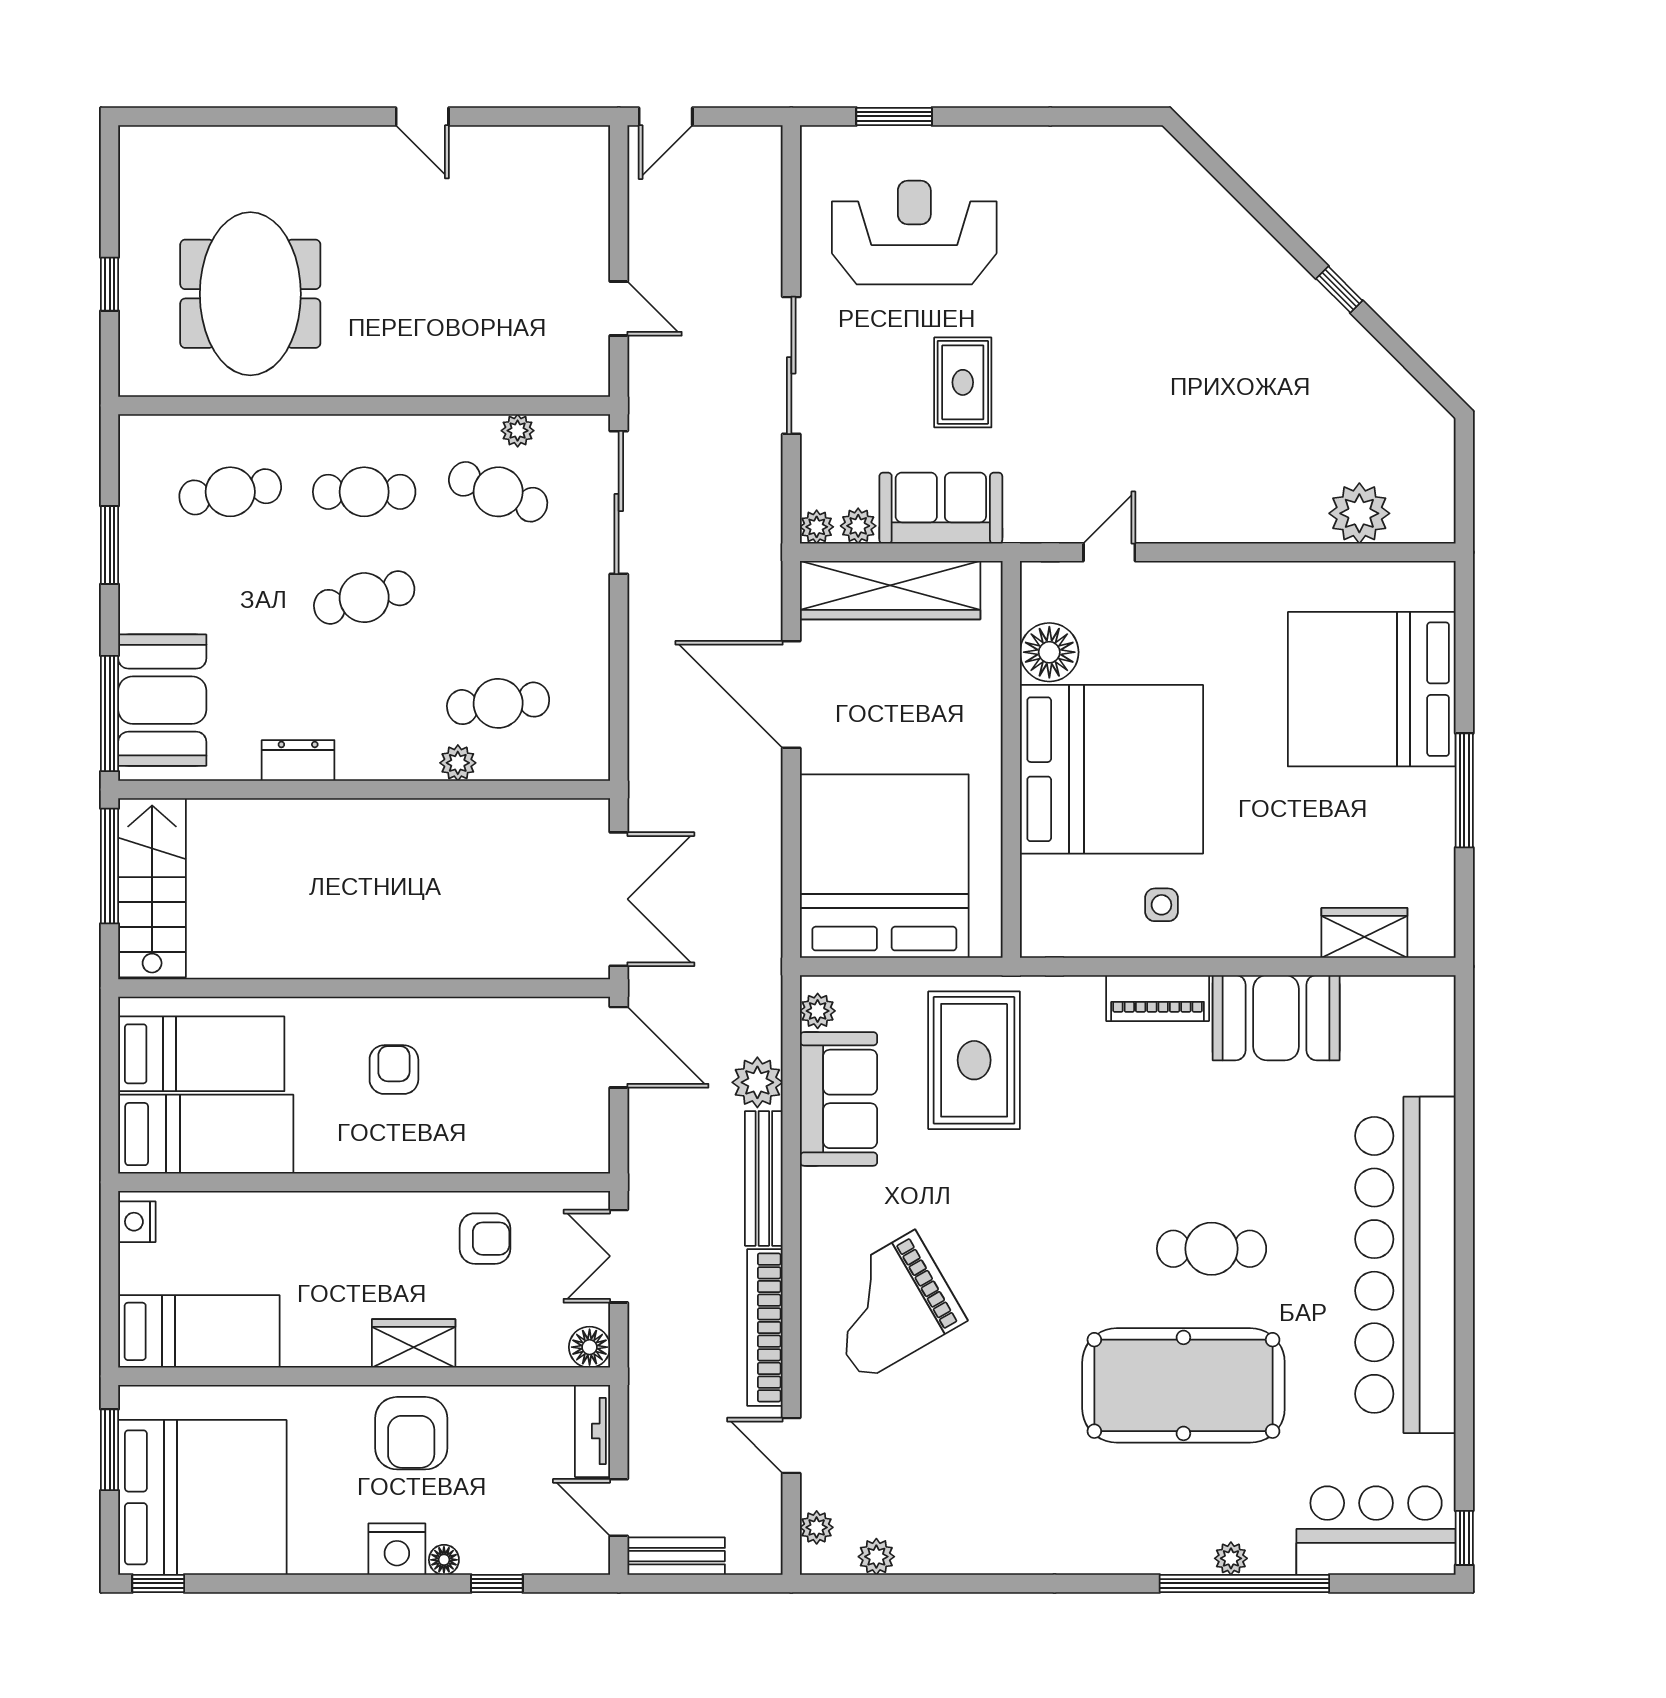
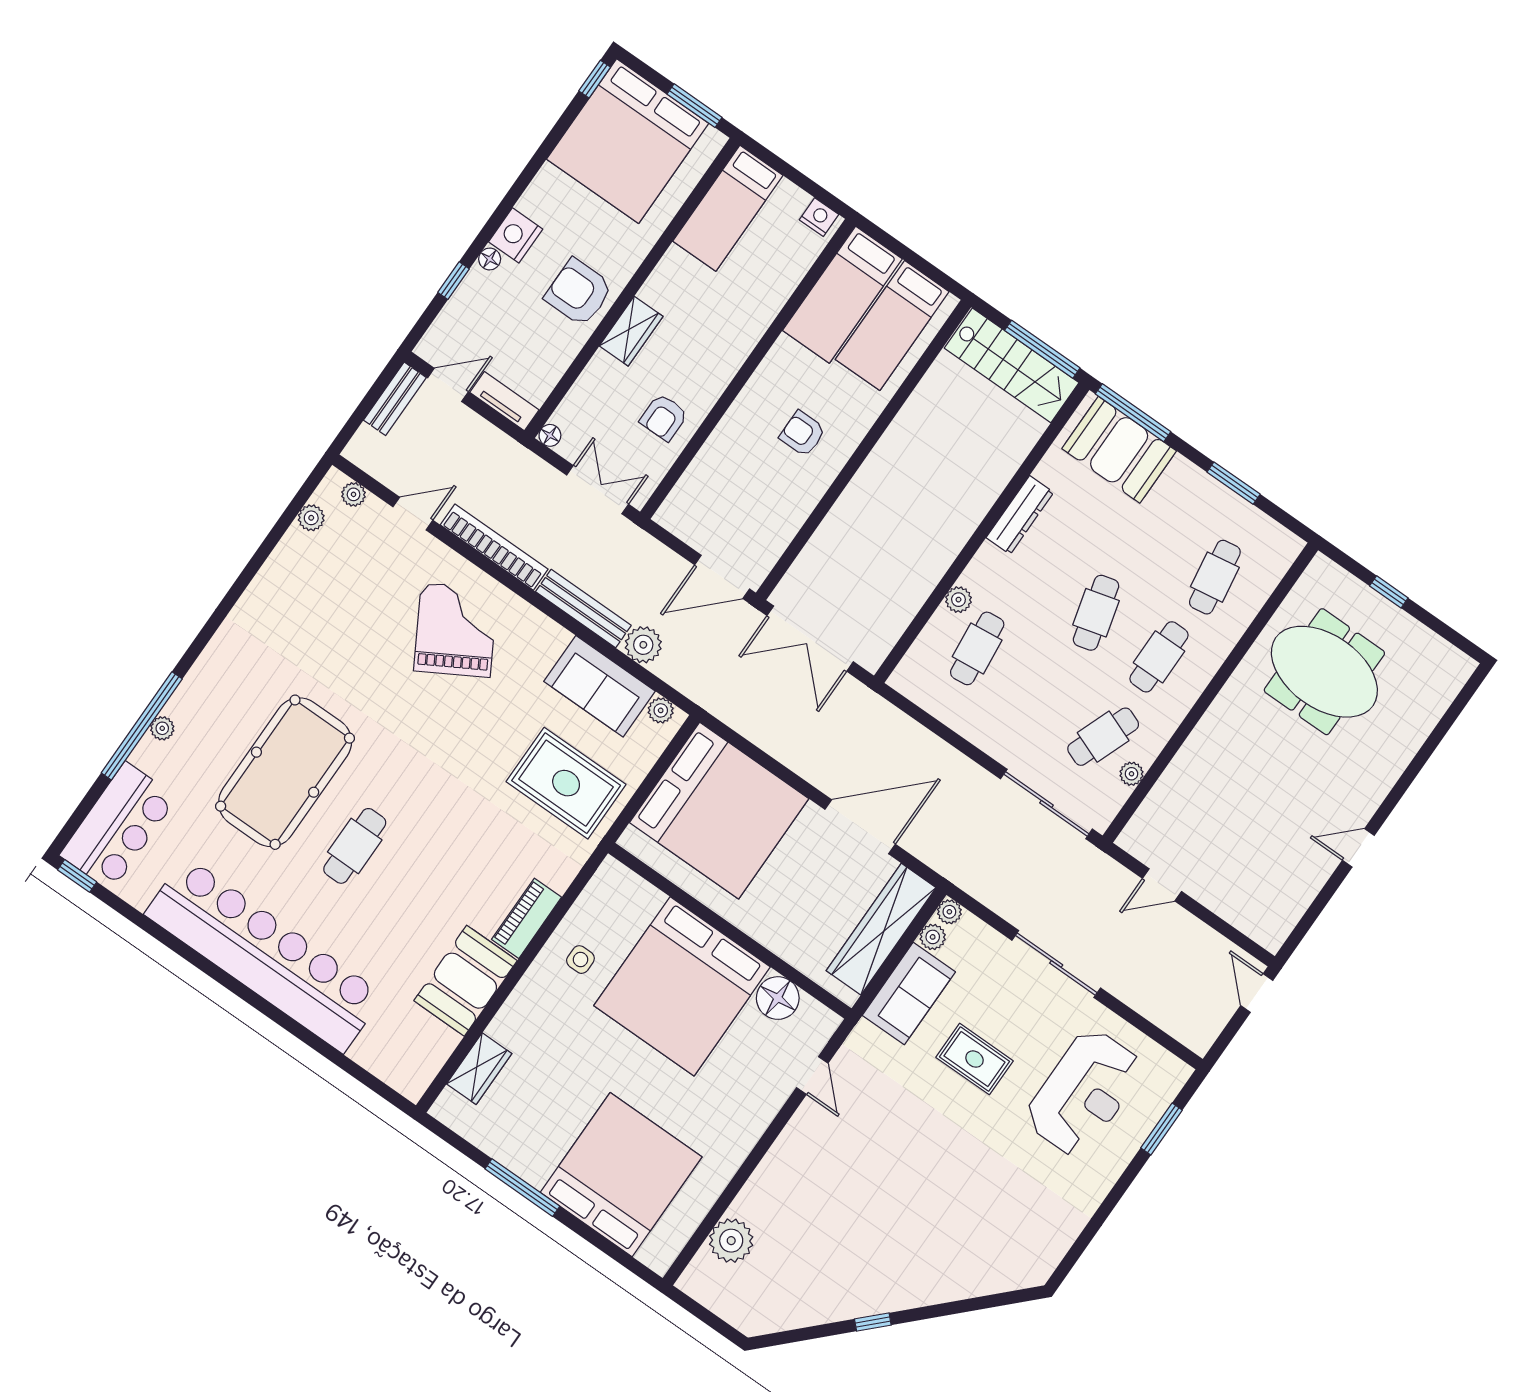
dresser: (298, 760) -> (1020, 515), width x1.44
armchair: (394, 1070) -> (802, 434), turned 180
floor lamp: (590, 1347) -> (550, 435), width x0.73, depth x0.73

